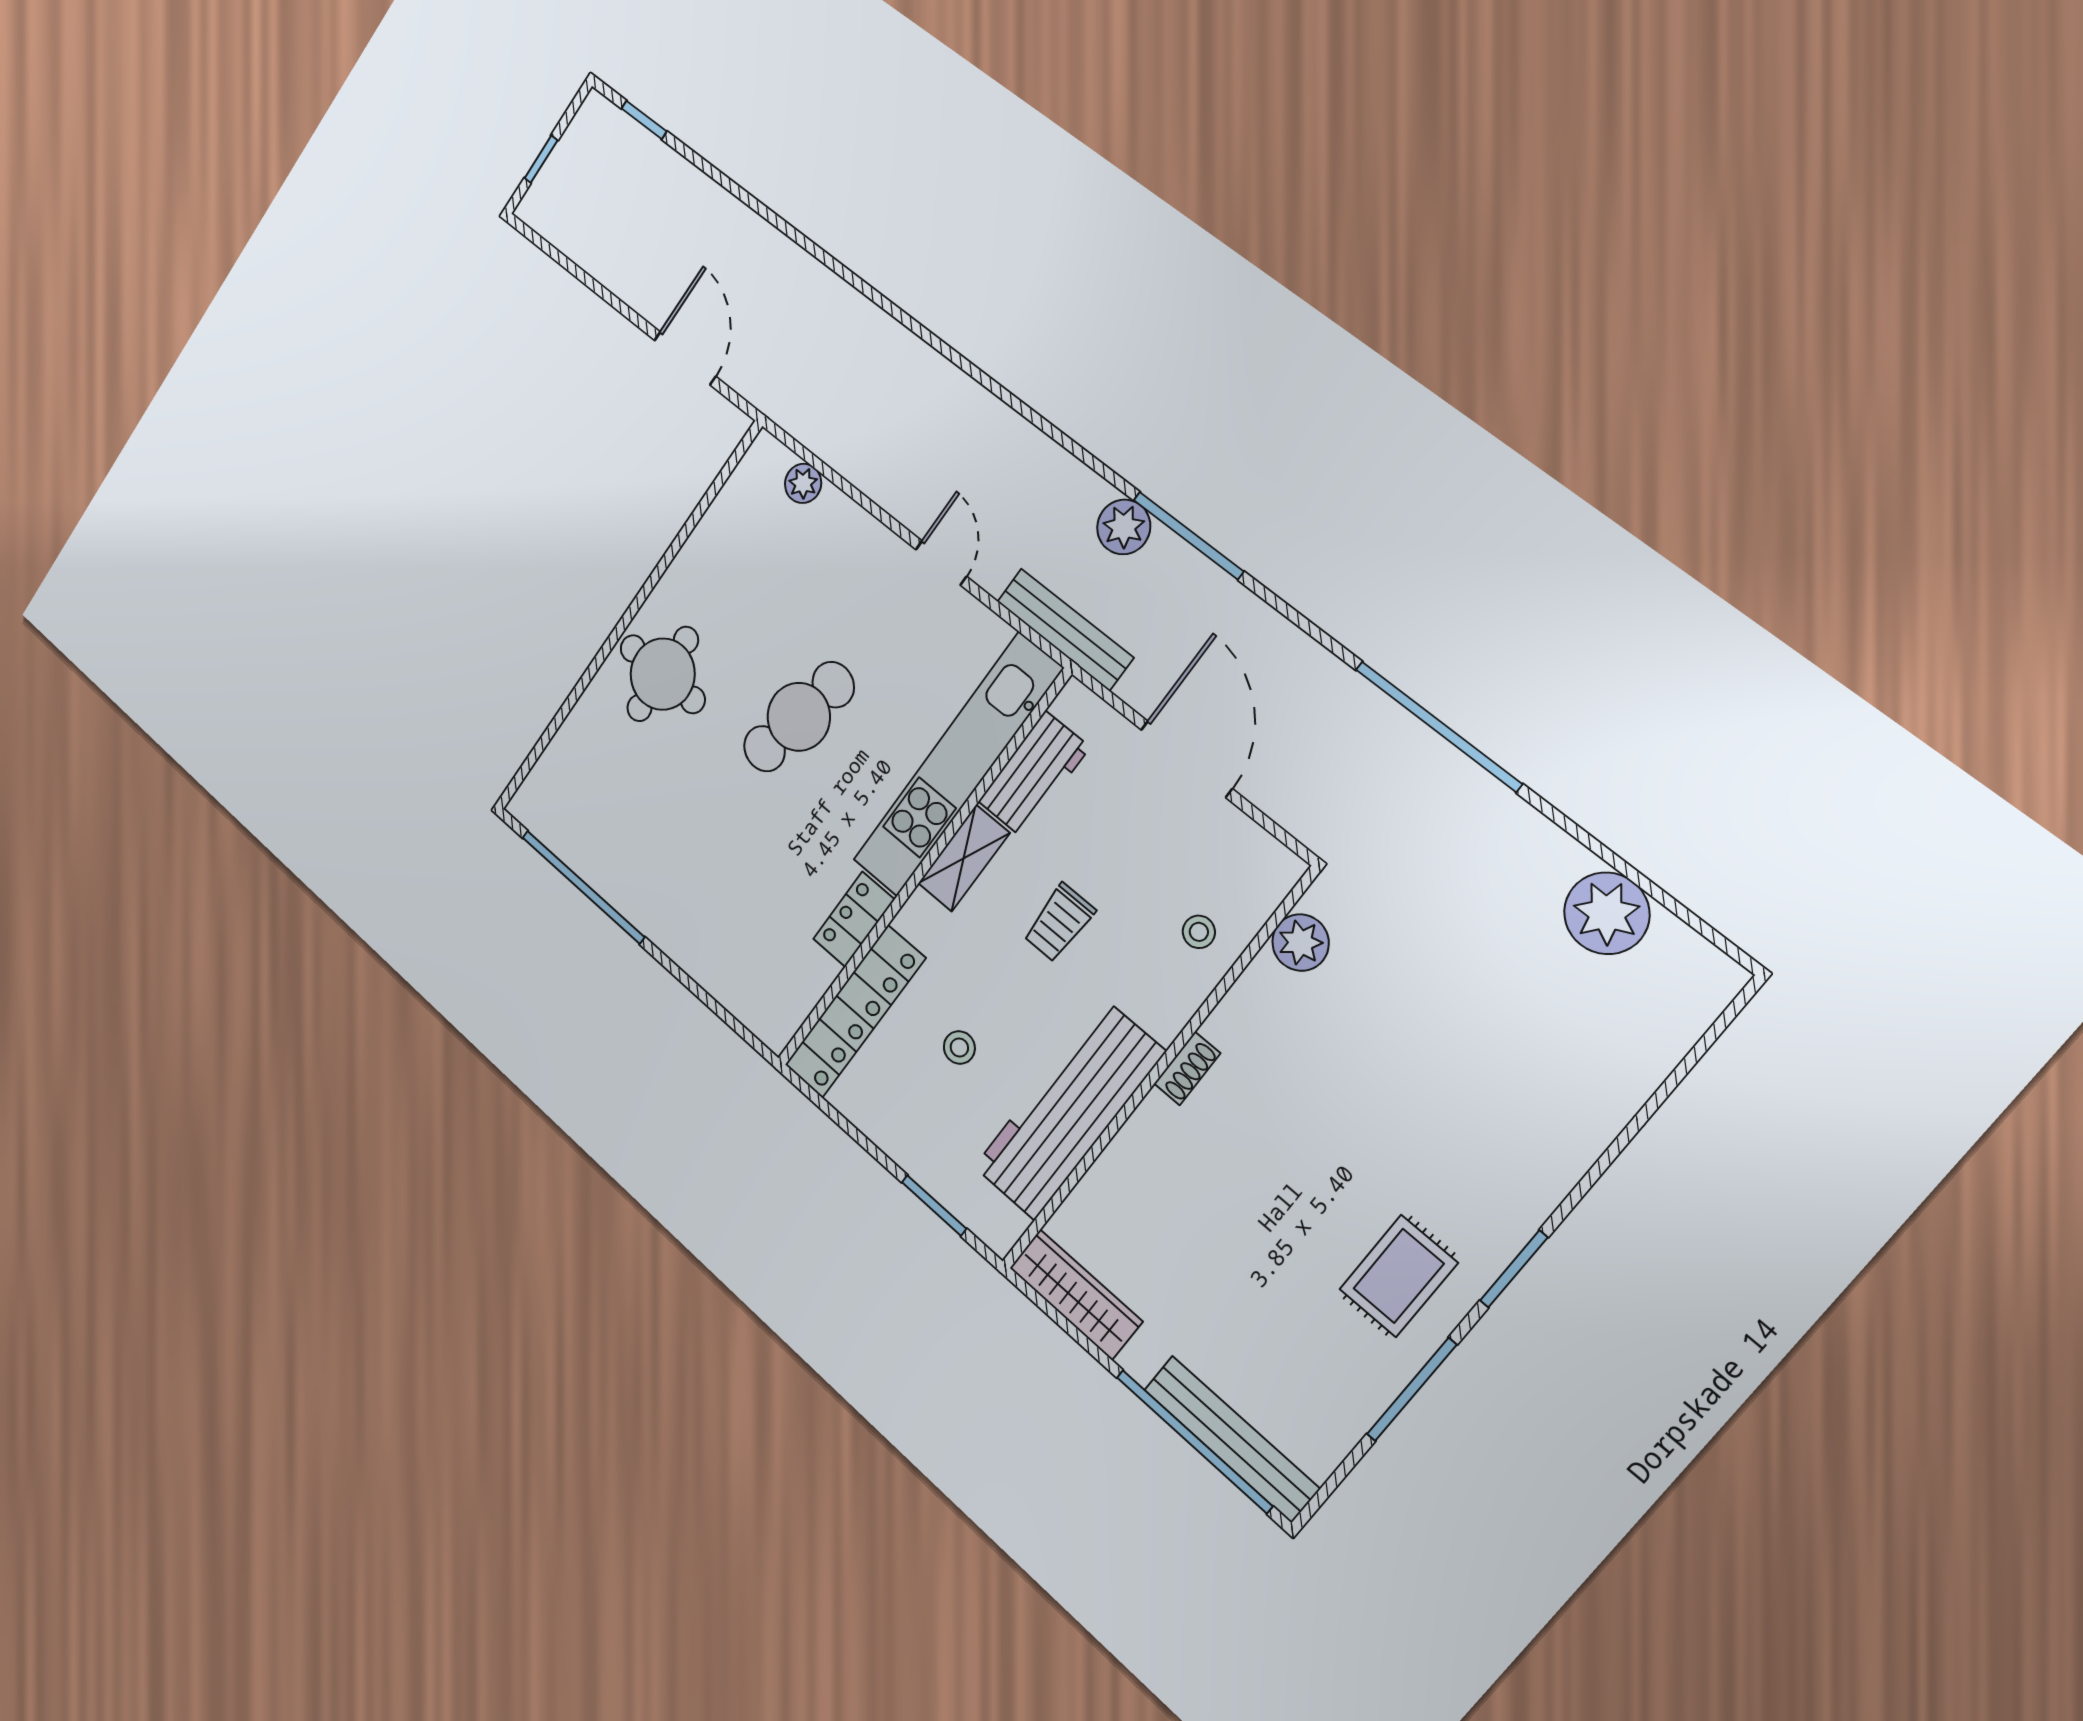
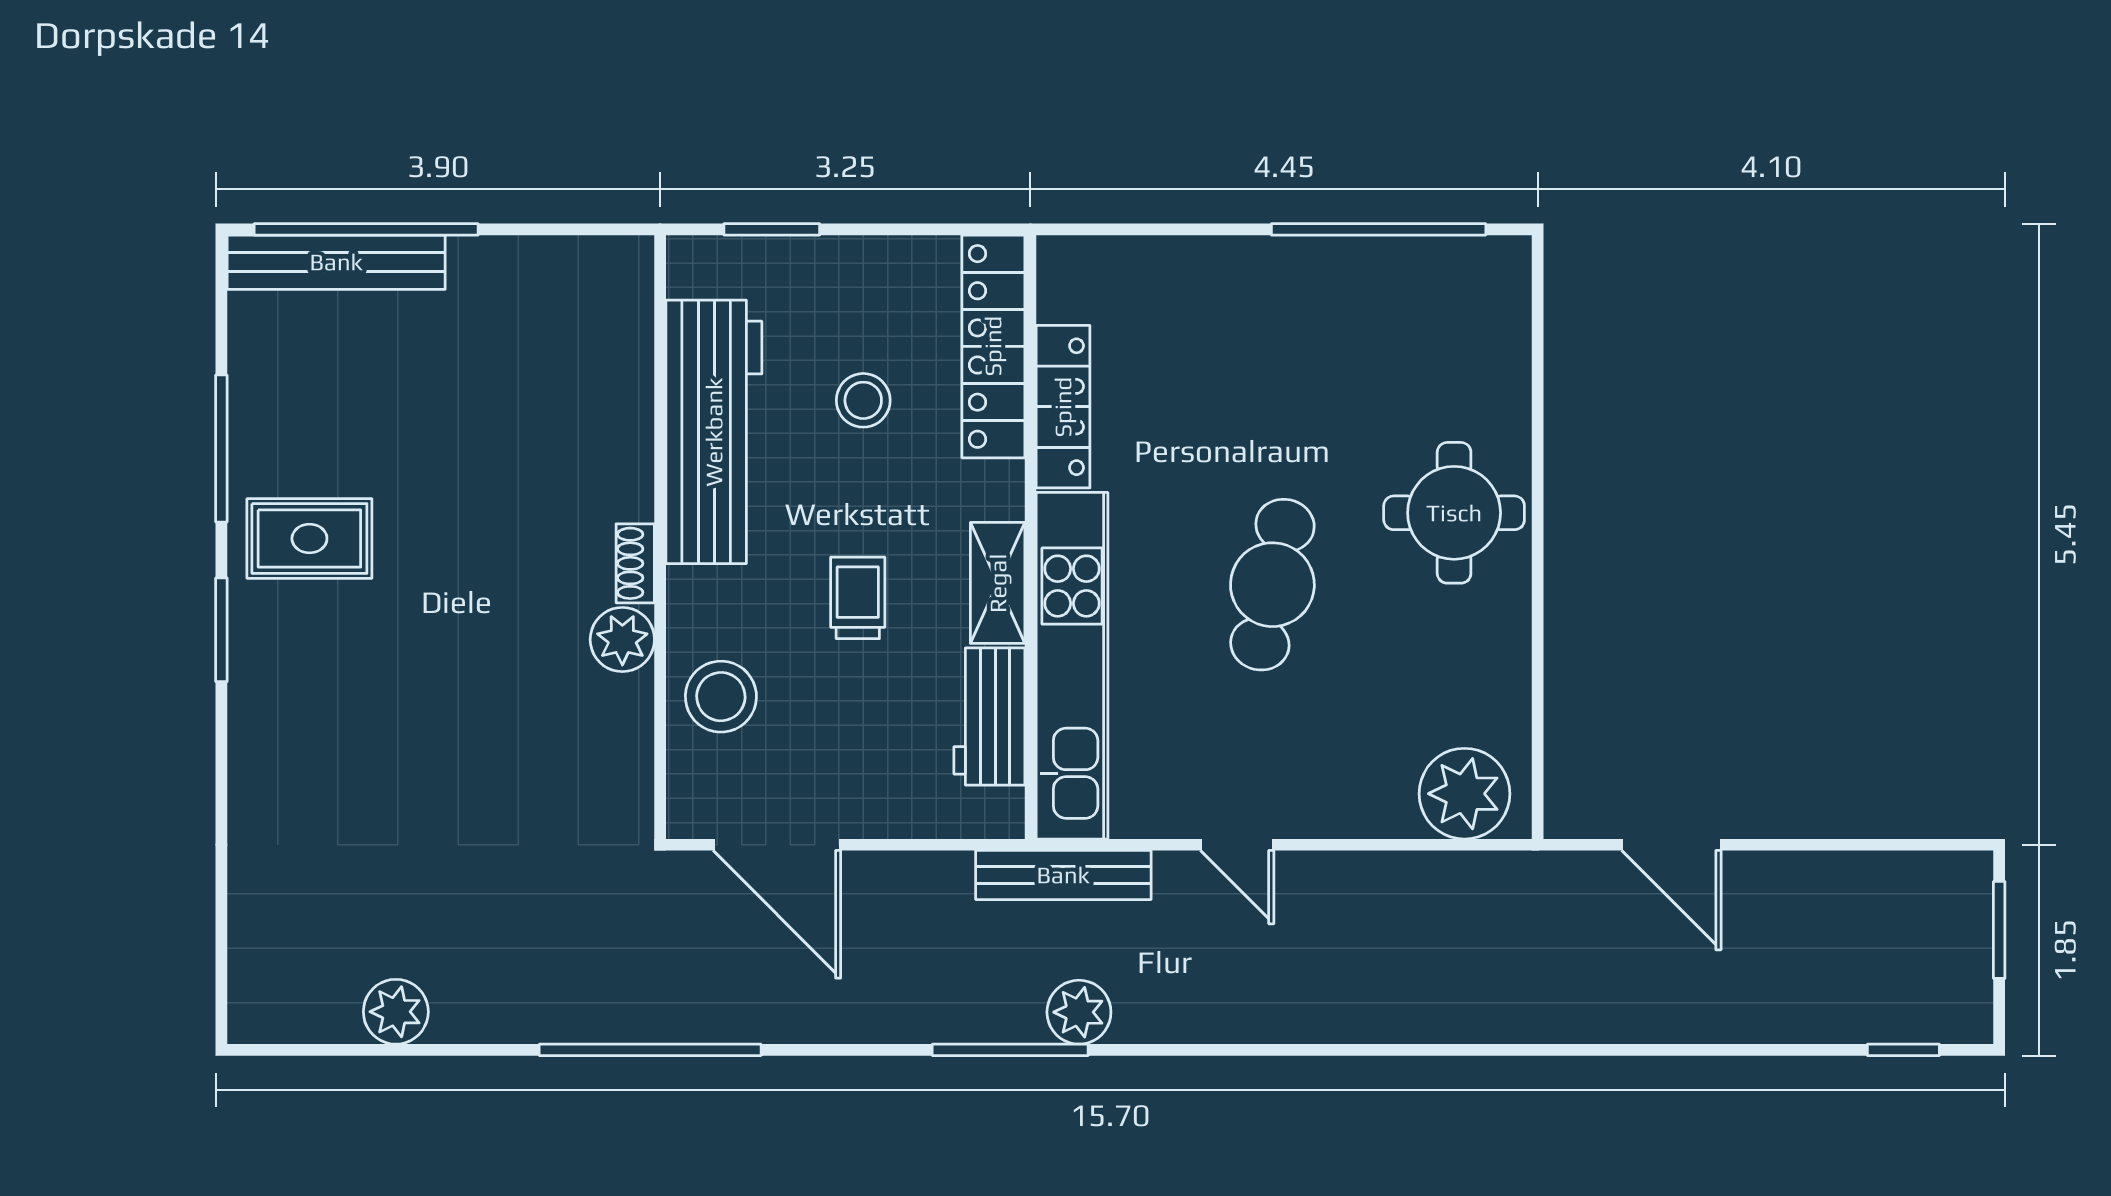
window: (541, 159) -> (1999, 930), width x1.50
plant: (803, 483) -> (1464, 794), width x1.87, depth x1.87
door: (1187, 759) -> (777, 845), moved
plant: (1607, 913) -> (396, 1012), width x0.73, depth x0.73
locker: (854, 919) -> (1063, 407), width x1.53
stool: (1199, 932) -> (721, 697), width x1.89, depth x1.89
plant: (1301, 943) -> (622, 640), moved
stool: (959, 1047) -> (863, 400), width x1.37, depth x1.37
rug: (1399, 1276) -> (309, 539), turned 90
wardrobe: (1076, 1295) -> (575, 266), removed

